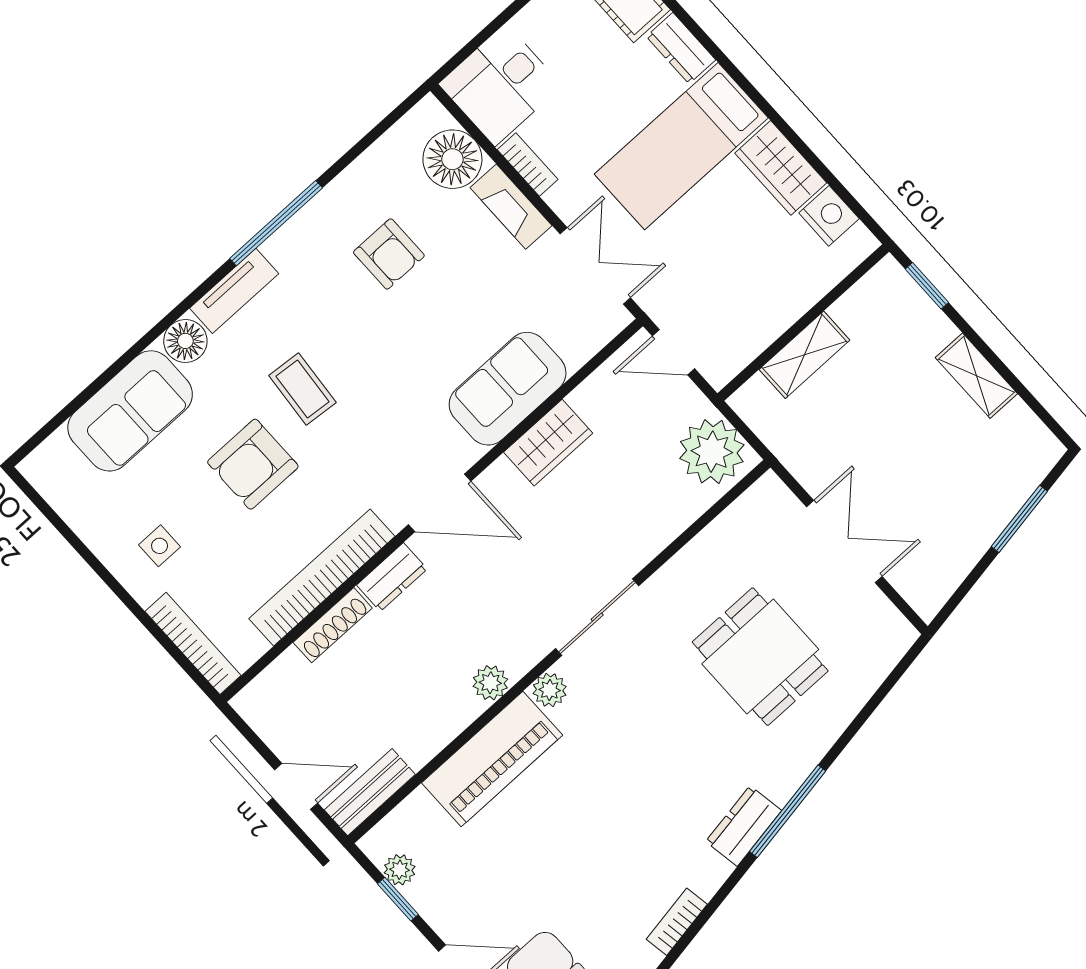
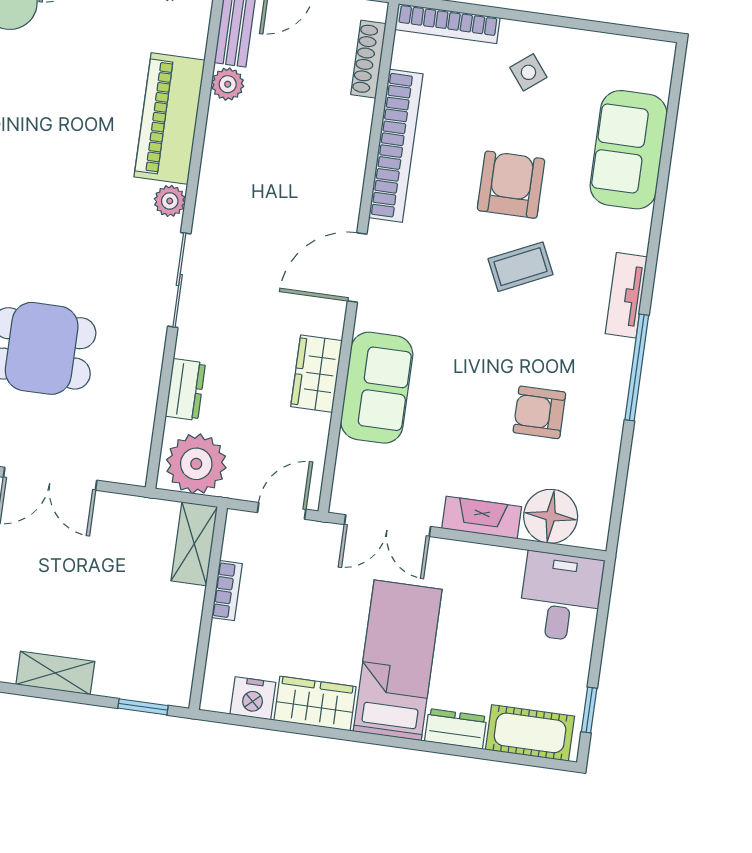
bookcase: (528, 164) -> (227, 591), moved, turned -90
floor lamp: (185, 341) -> (631, 231), removed
shelving: (804, 355) -> (194, 544), moved
coffee table: (302, 389) -> (520, 267), turned -30
side table: (160, 546) -> (528, 72), turned -38
dresser: (392, 577) -> (185, 390), moved, turned 180
shoe rack: (333, 625) -> (368, 59), moved
plant: (490, 683) -> (228, 84), moved

